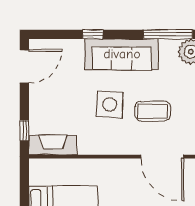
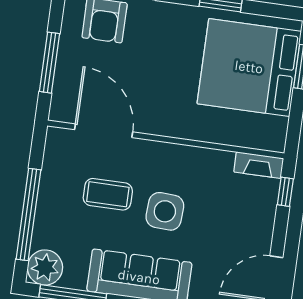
fireplace: (53, 145) -> (259, 165), width x0.73, depth x0.76

